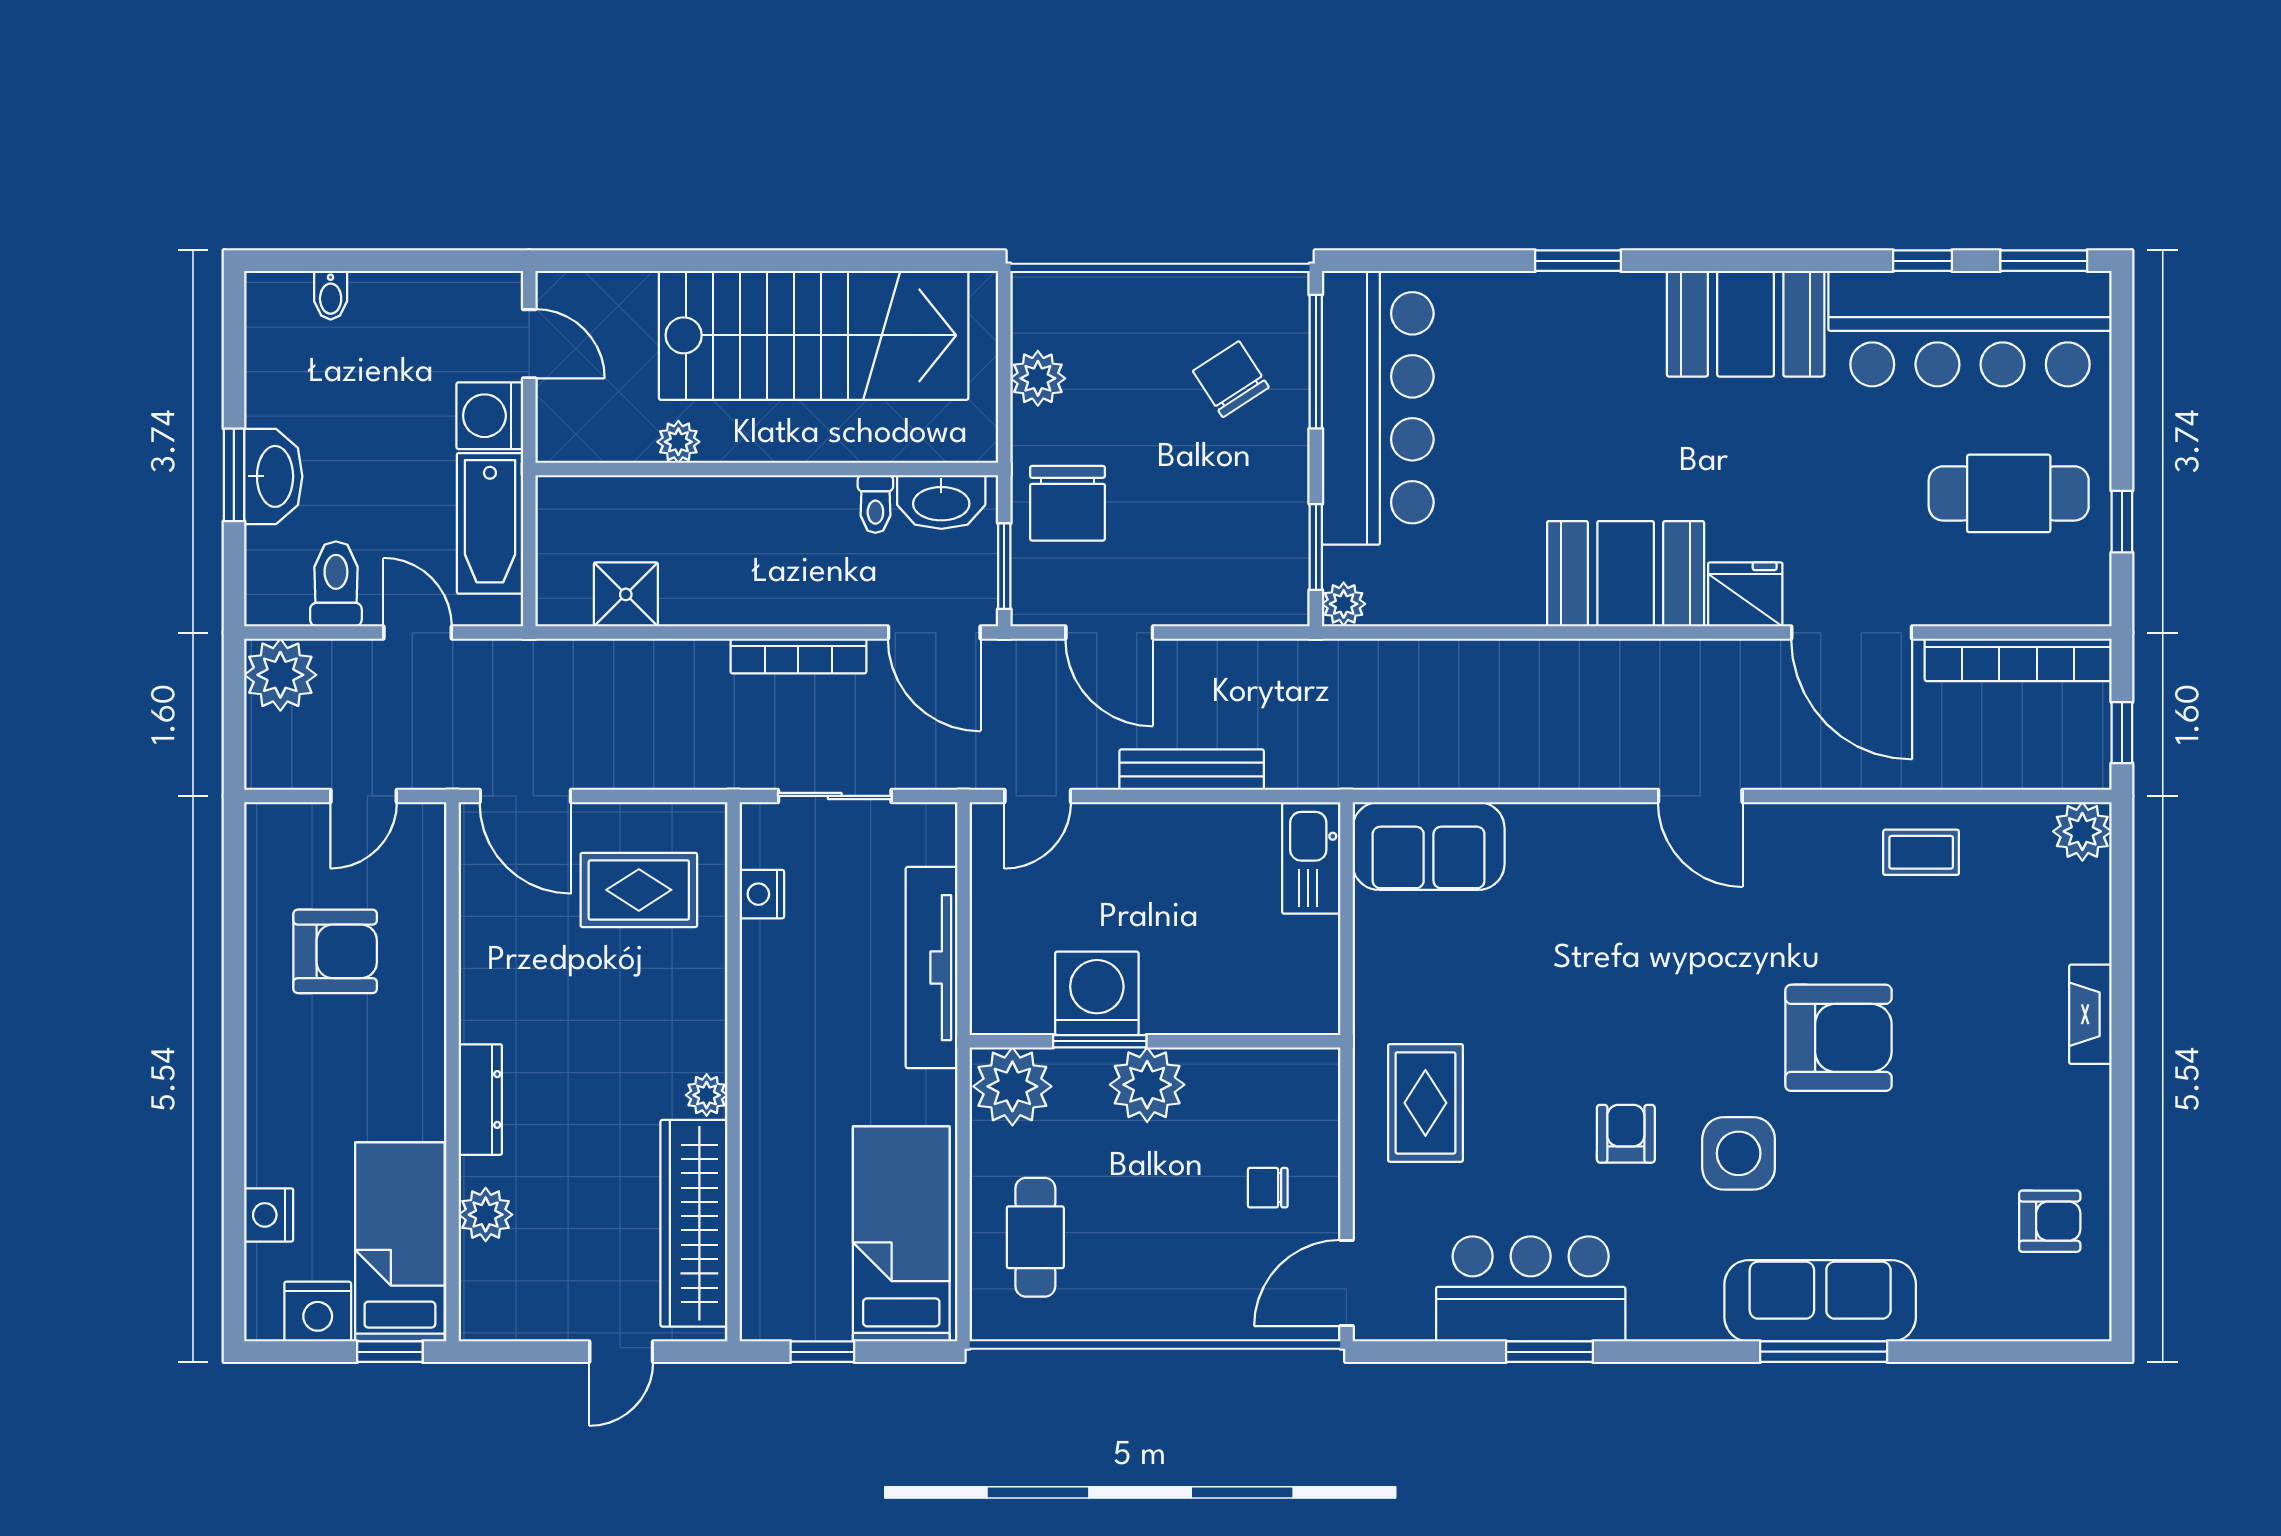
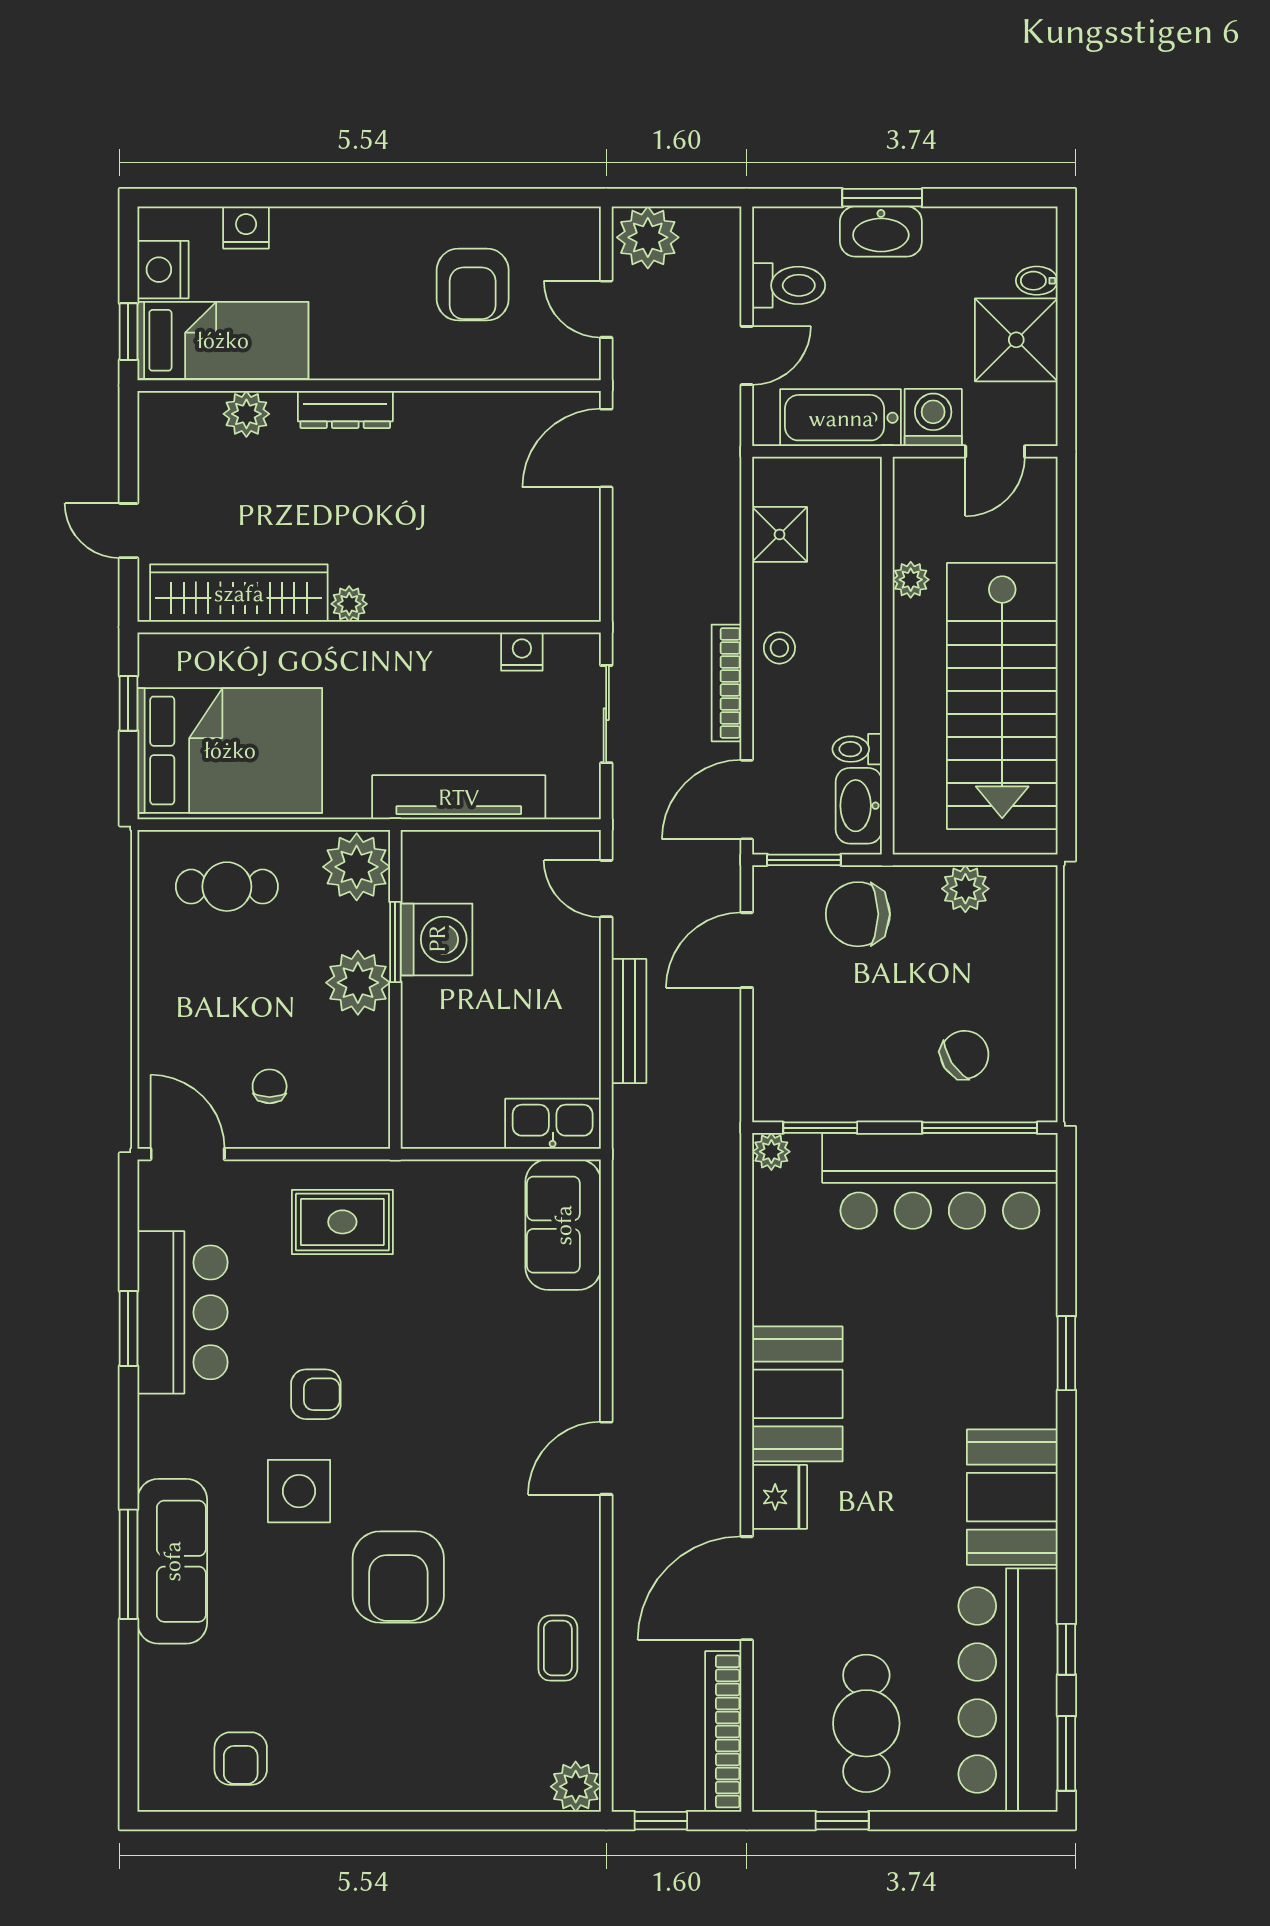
shower: (399, 319) -> (1016, 340), added
stool: (758, 595) -> (779, 648), added
plant: (280, 675) -> (648, 237), moved
rug: (639, 890) -> (525, 546), removed
fireplace: (2090, 1014) -> (419, 1794), removed
bed: (901, 1234) -> (230, 750), width x1.50

